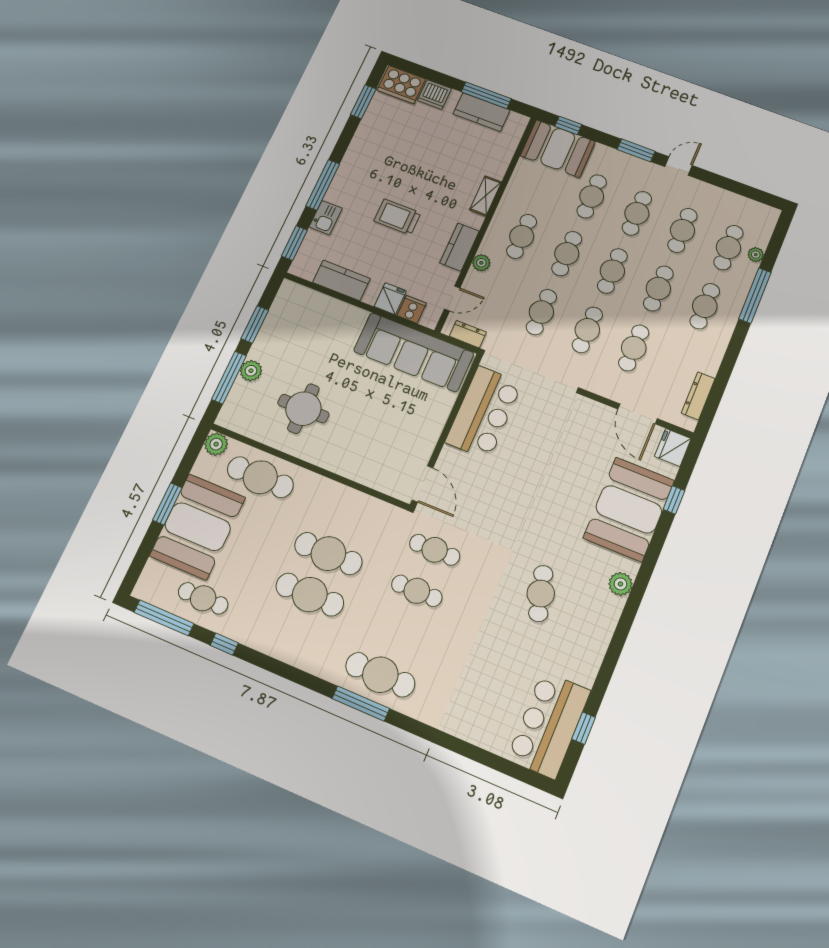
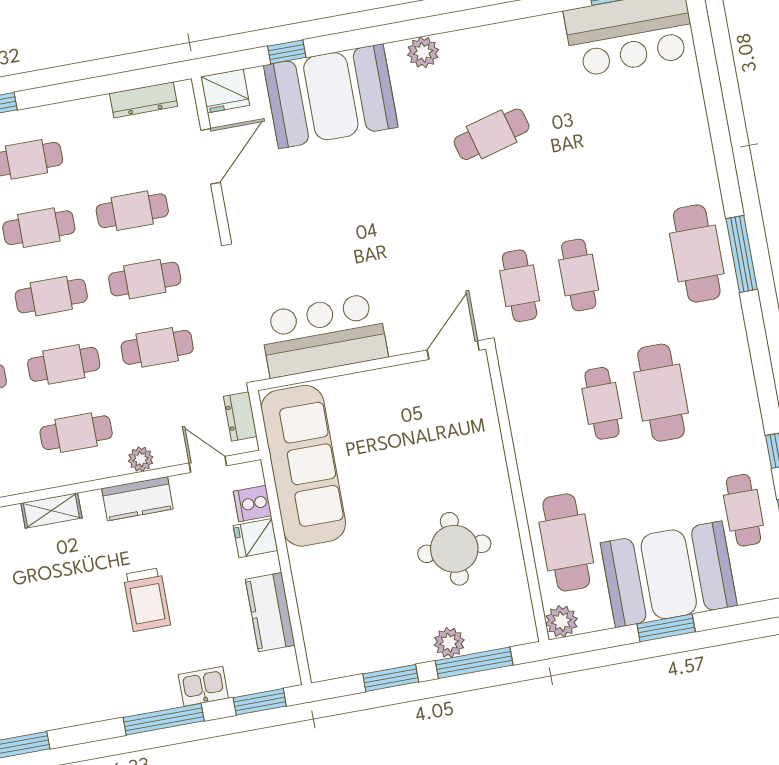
cafe table: (328, 554) -> (602, 403), width x0.73, depth x0.74

